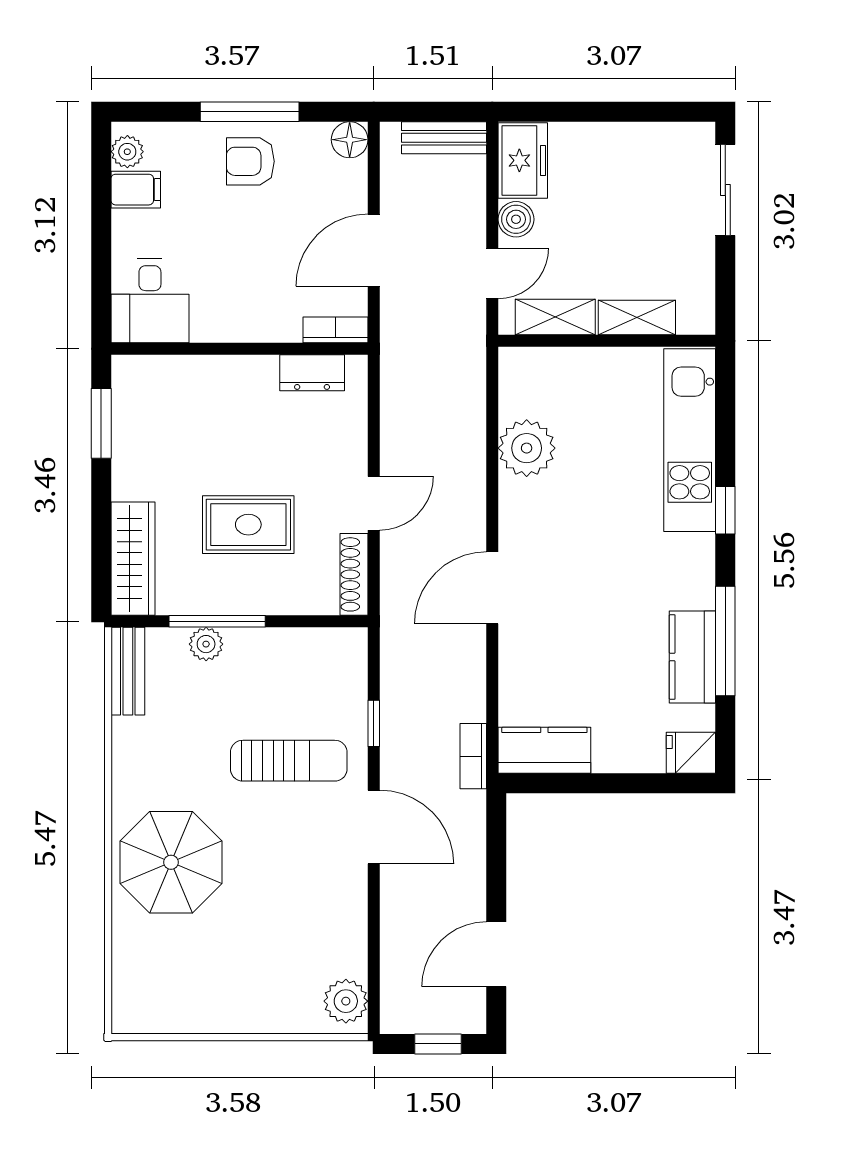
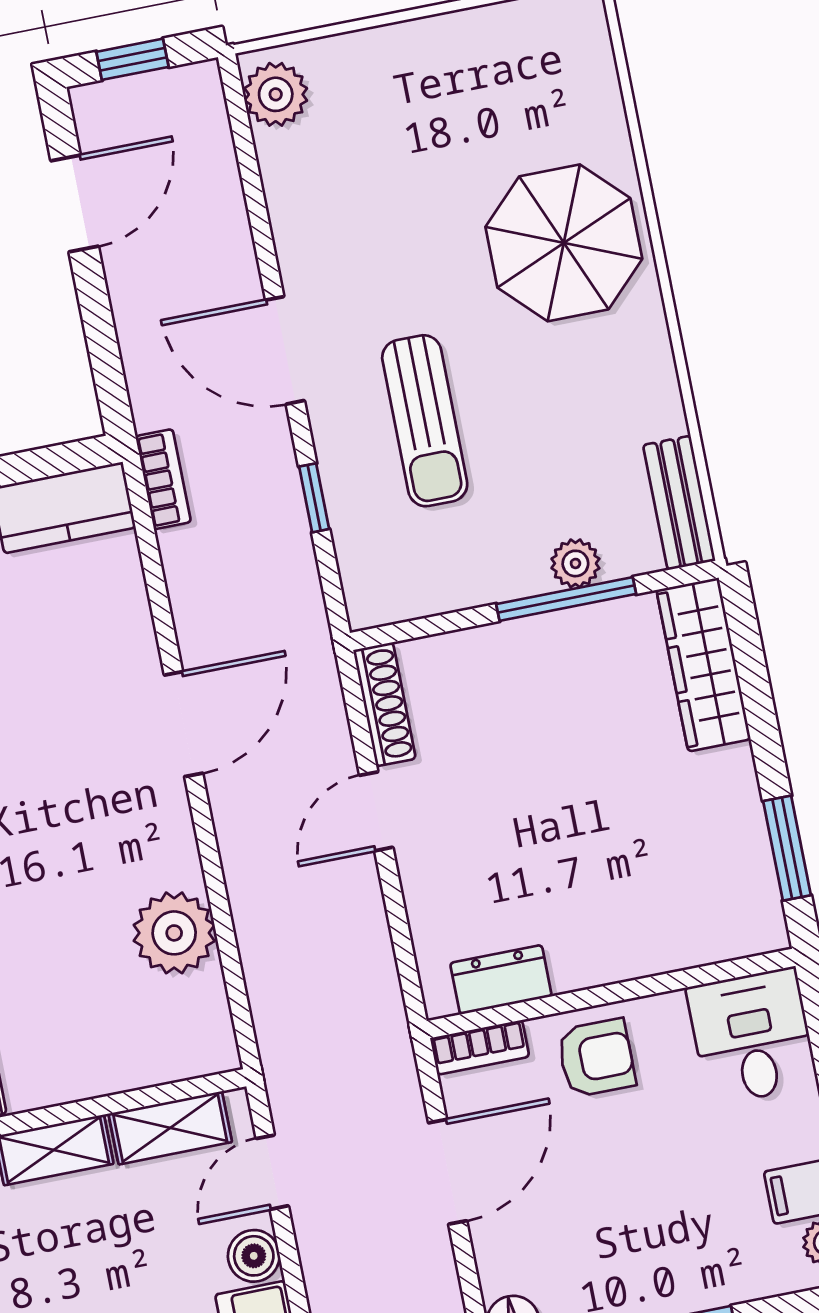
armchair: (250, 161) -> (596, 1058), moved
rug: (248, 525) -> (549, 746), removed
sun lounger: (289, 761) -> (425, 421), turned -90

